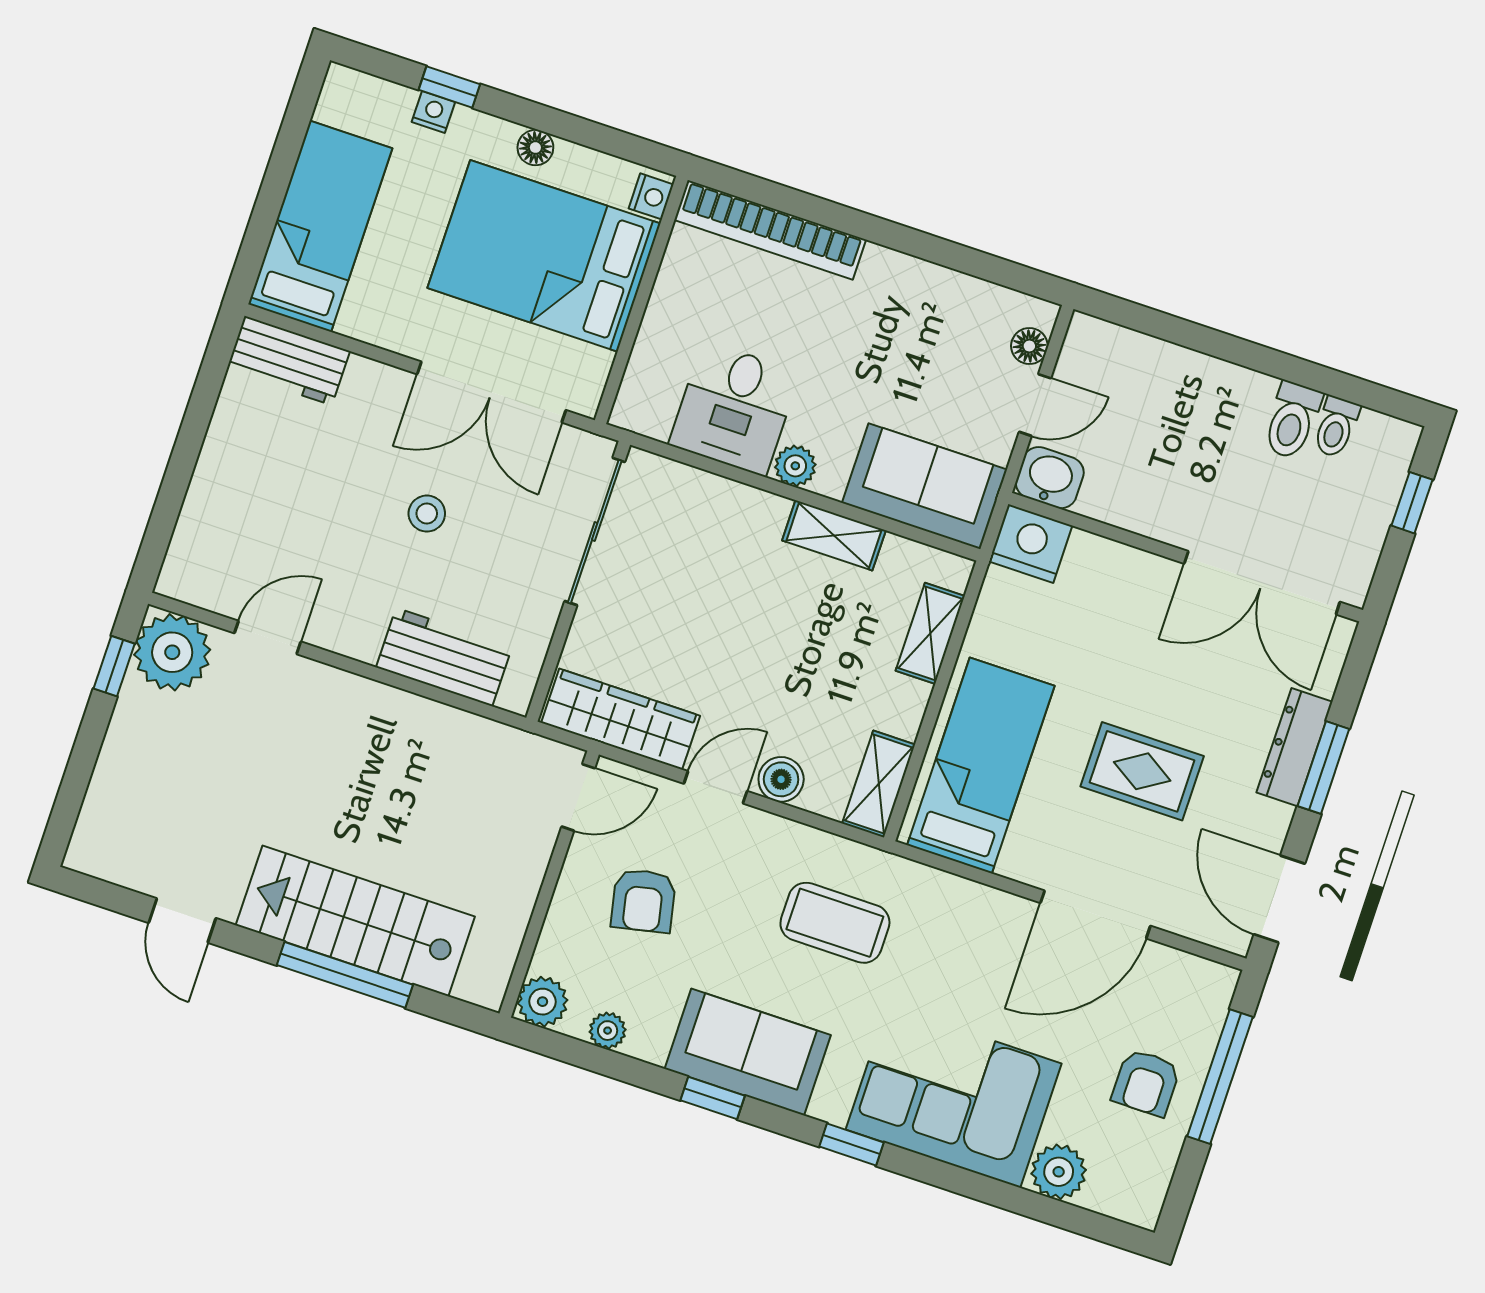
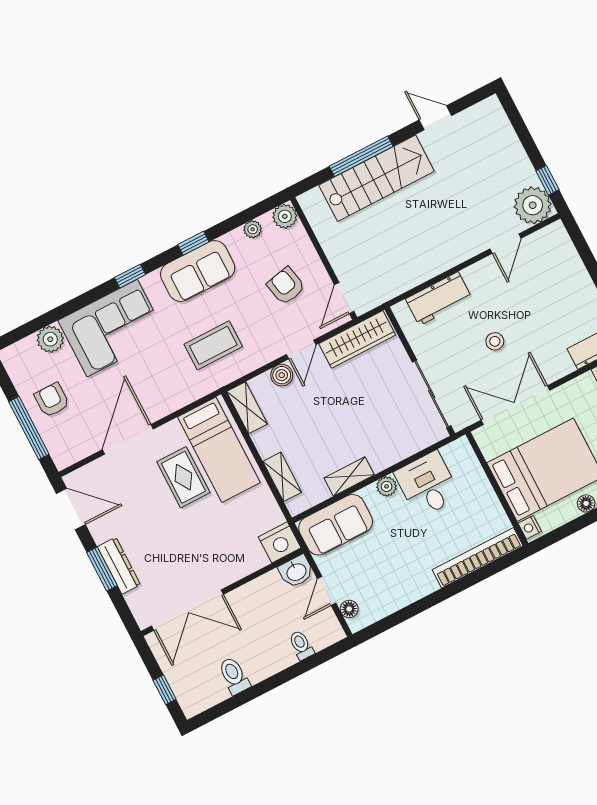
toilet: (1336, 427) -> (301, 645), moved
double door: (1262, 583) -> (187, 610), swing flipped
rug: (1142, 771) -> (183, 477), moved, turned 90

